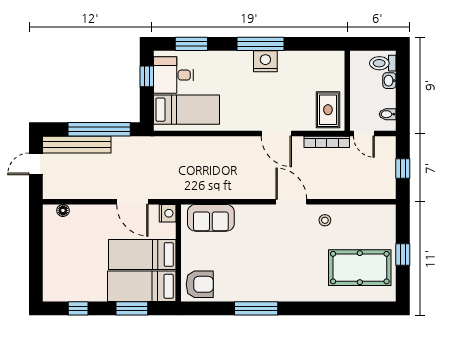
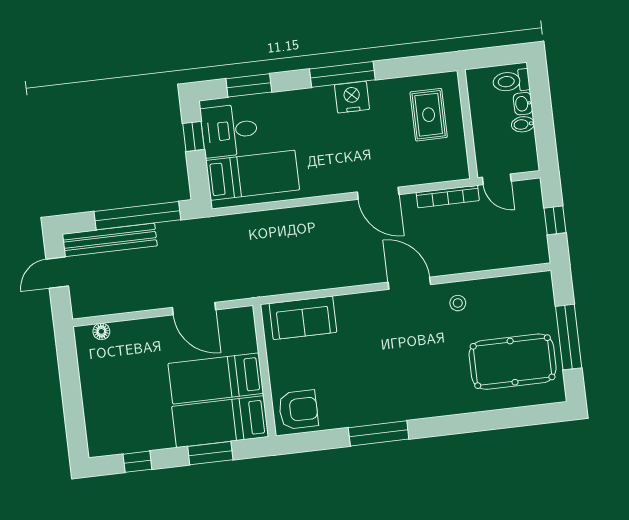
rug: (328, 110) -> (429, 115), moved
bidet: (388, 114) -> (523, 124), moved
nightstand: (168, 213) -> (244, 319), removed
window: (403, 255) -> (569, 337), width x2.17

